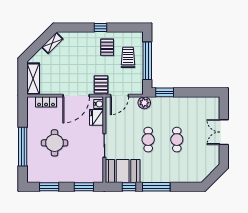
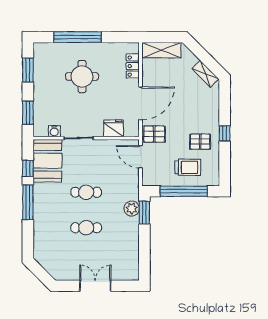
door: (76, 96) -> (140, 103), swing flipped
plant: (144, 103) -> (132, 208), moved
water cooler: (99, 104) -> (54, 131), moved

